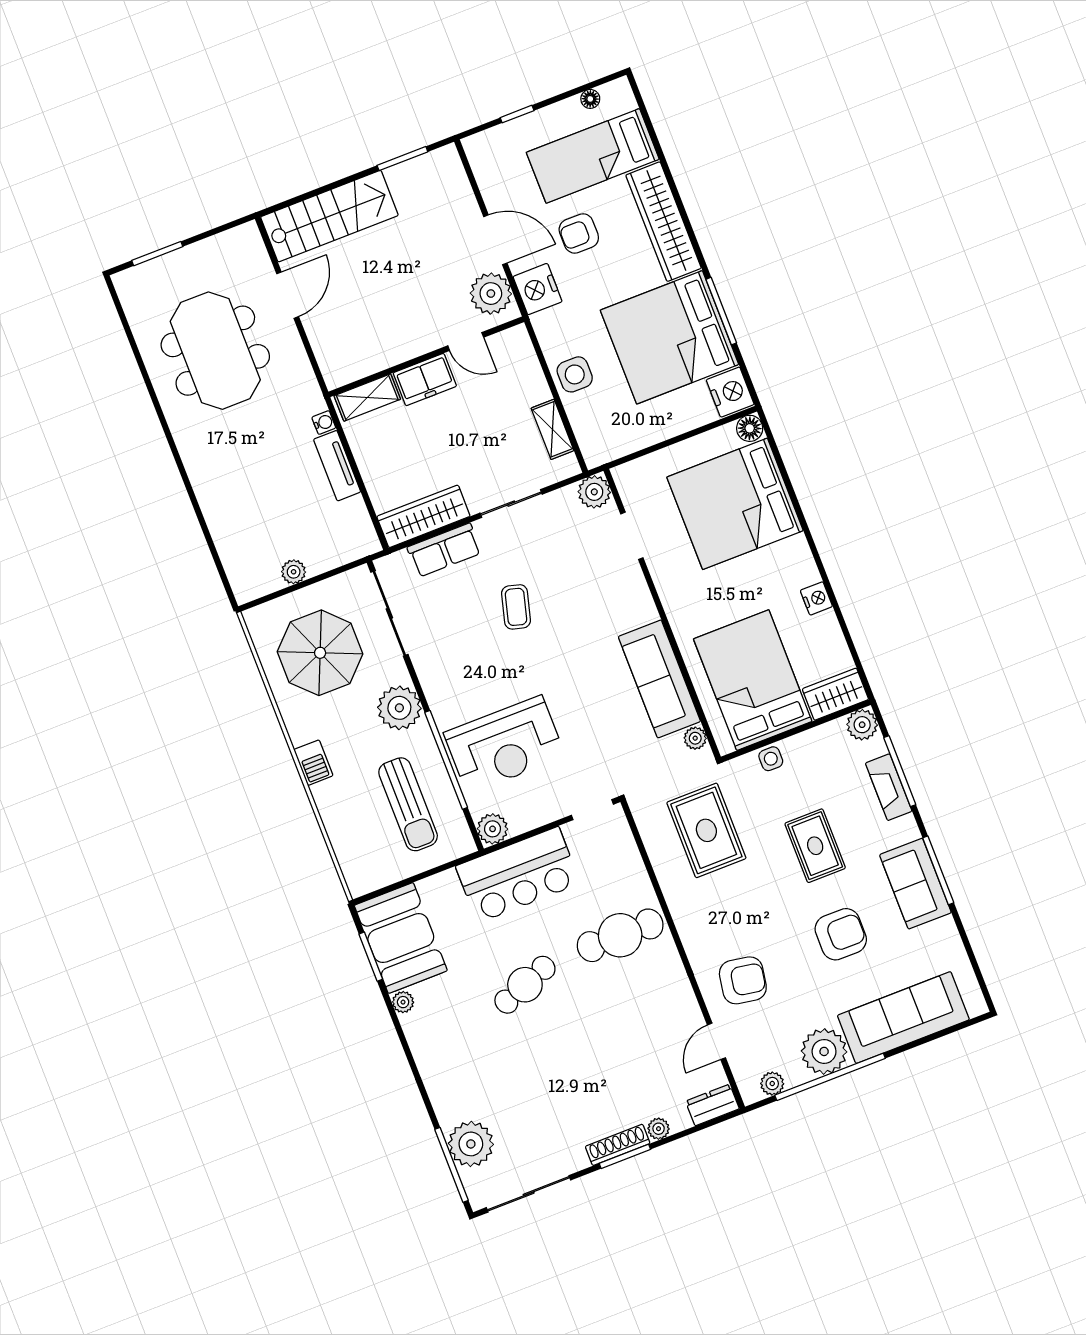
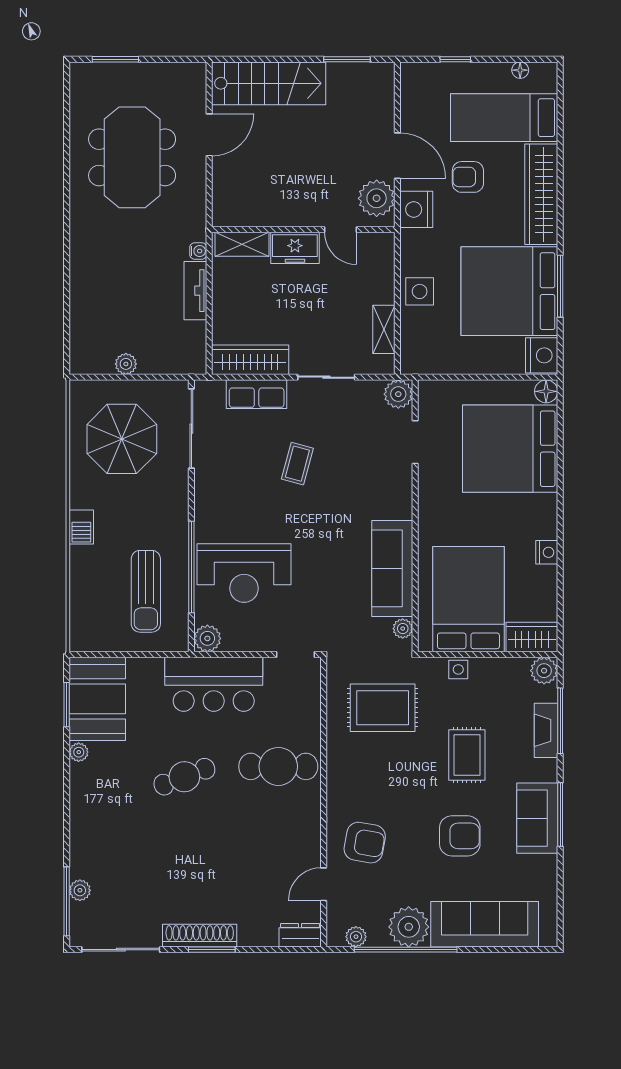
plant: (399, 708) -> (169, 509), removed
rug: (706, 830) -> (383, 708), turned 90
plant: (659, 1129) -> (248, 937), removed
plant: (471, 1144) -> (80, 890), width x0.53, depth x0.53
shoe rack: (618, 1145) -> (200, 936), width x1.36, depth x1.24

